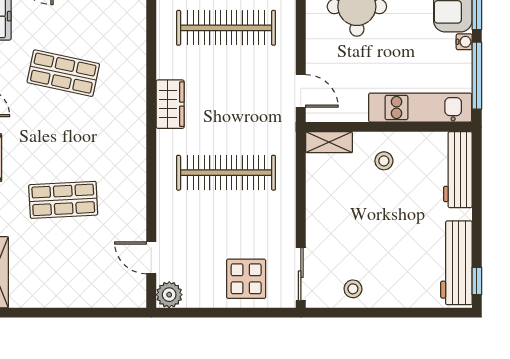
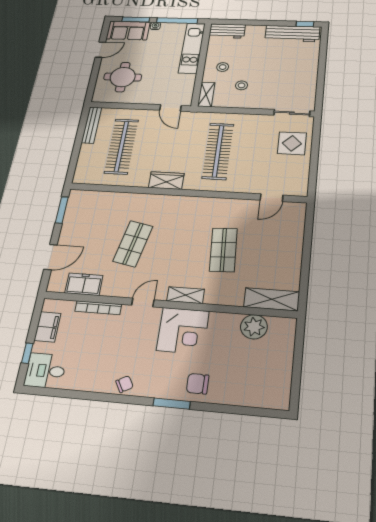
door: (301, 91) -> (170, 108), swing flipped
workbench: (458, 170) -> (227, 31), width x0.73
stool: (353, 289) -> (242, 85), moved
plant: (169, 295) -> (299, 188), removed

